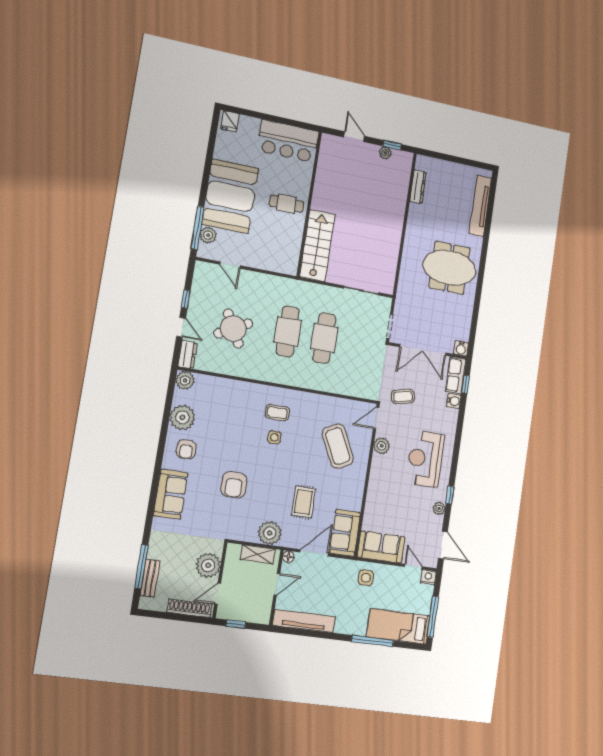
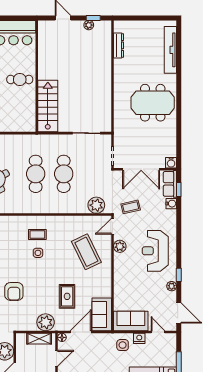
plant: (360, 387) -> (96, 205), added
nightstand: (428, 577) -> (139, 338), moved

